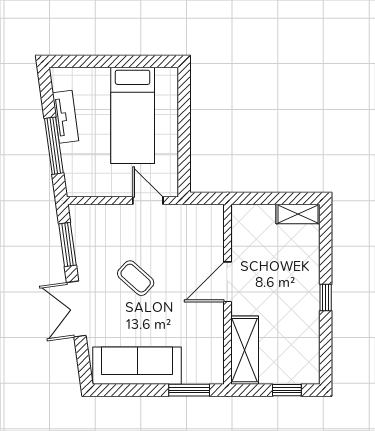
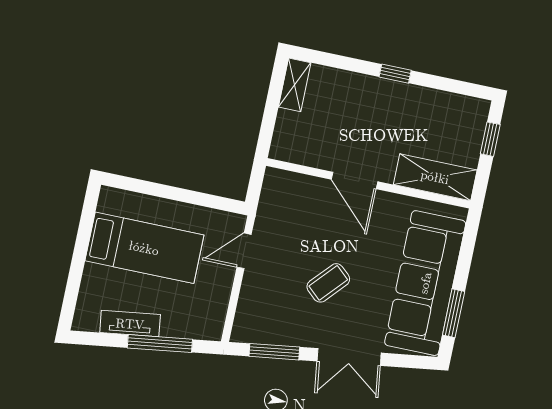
sofa: (137, 366) -> (425, 283), width x1.36, depth x1.27
window: (189, 390) -> (454, 313), moved

